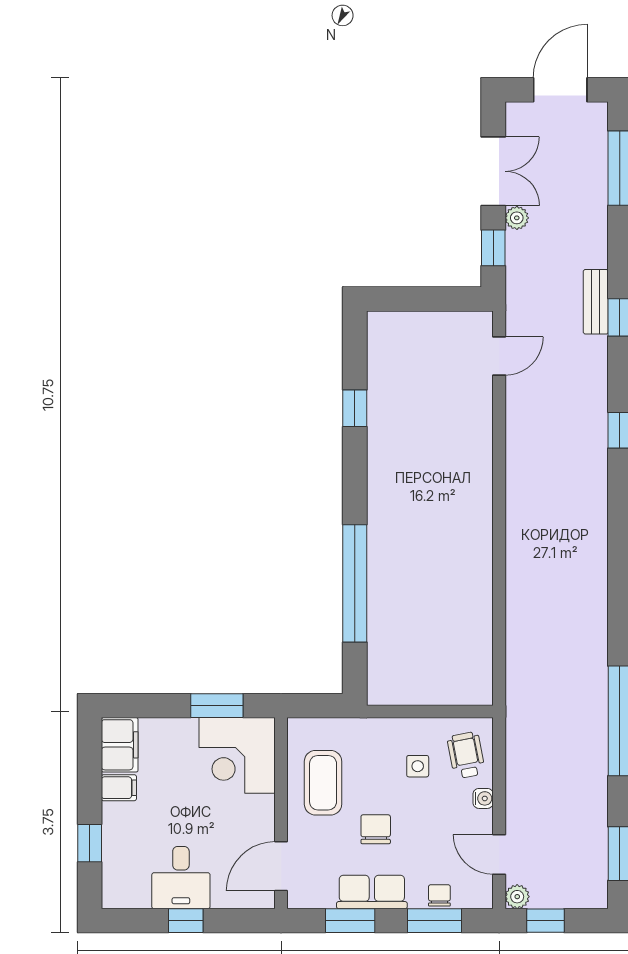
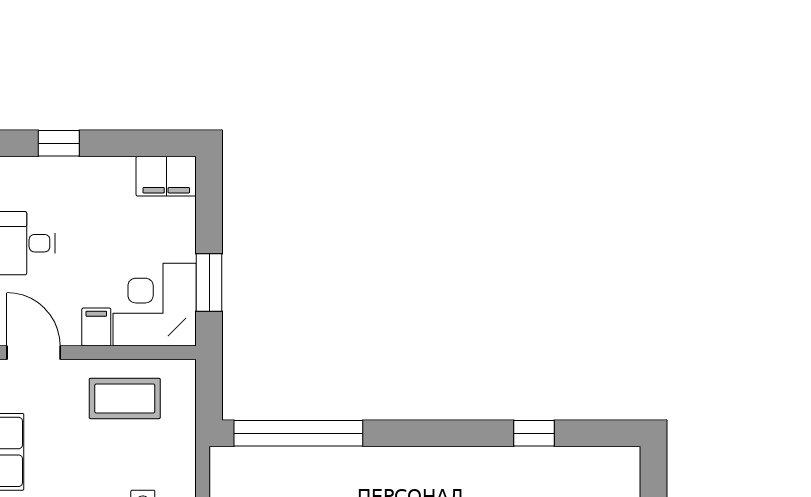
window: (355, 583) -> (298, 433), moved
filing cabinet: (119, 788) -> (96, 327), moved, turned 180
chair: (376, 829) -> (74, 456), removed

